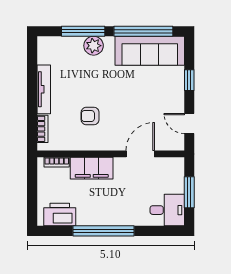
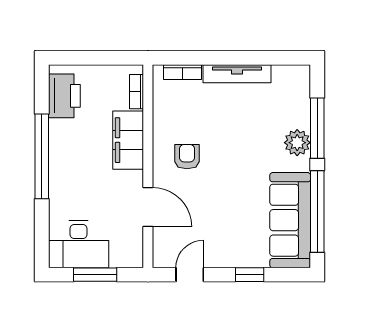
armchair: (90, 116) -> (187, 157), moved
desk: (167, 210) -> (79, 244), width x1.37

